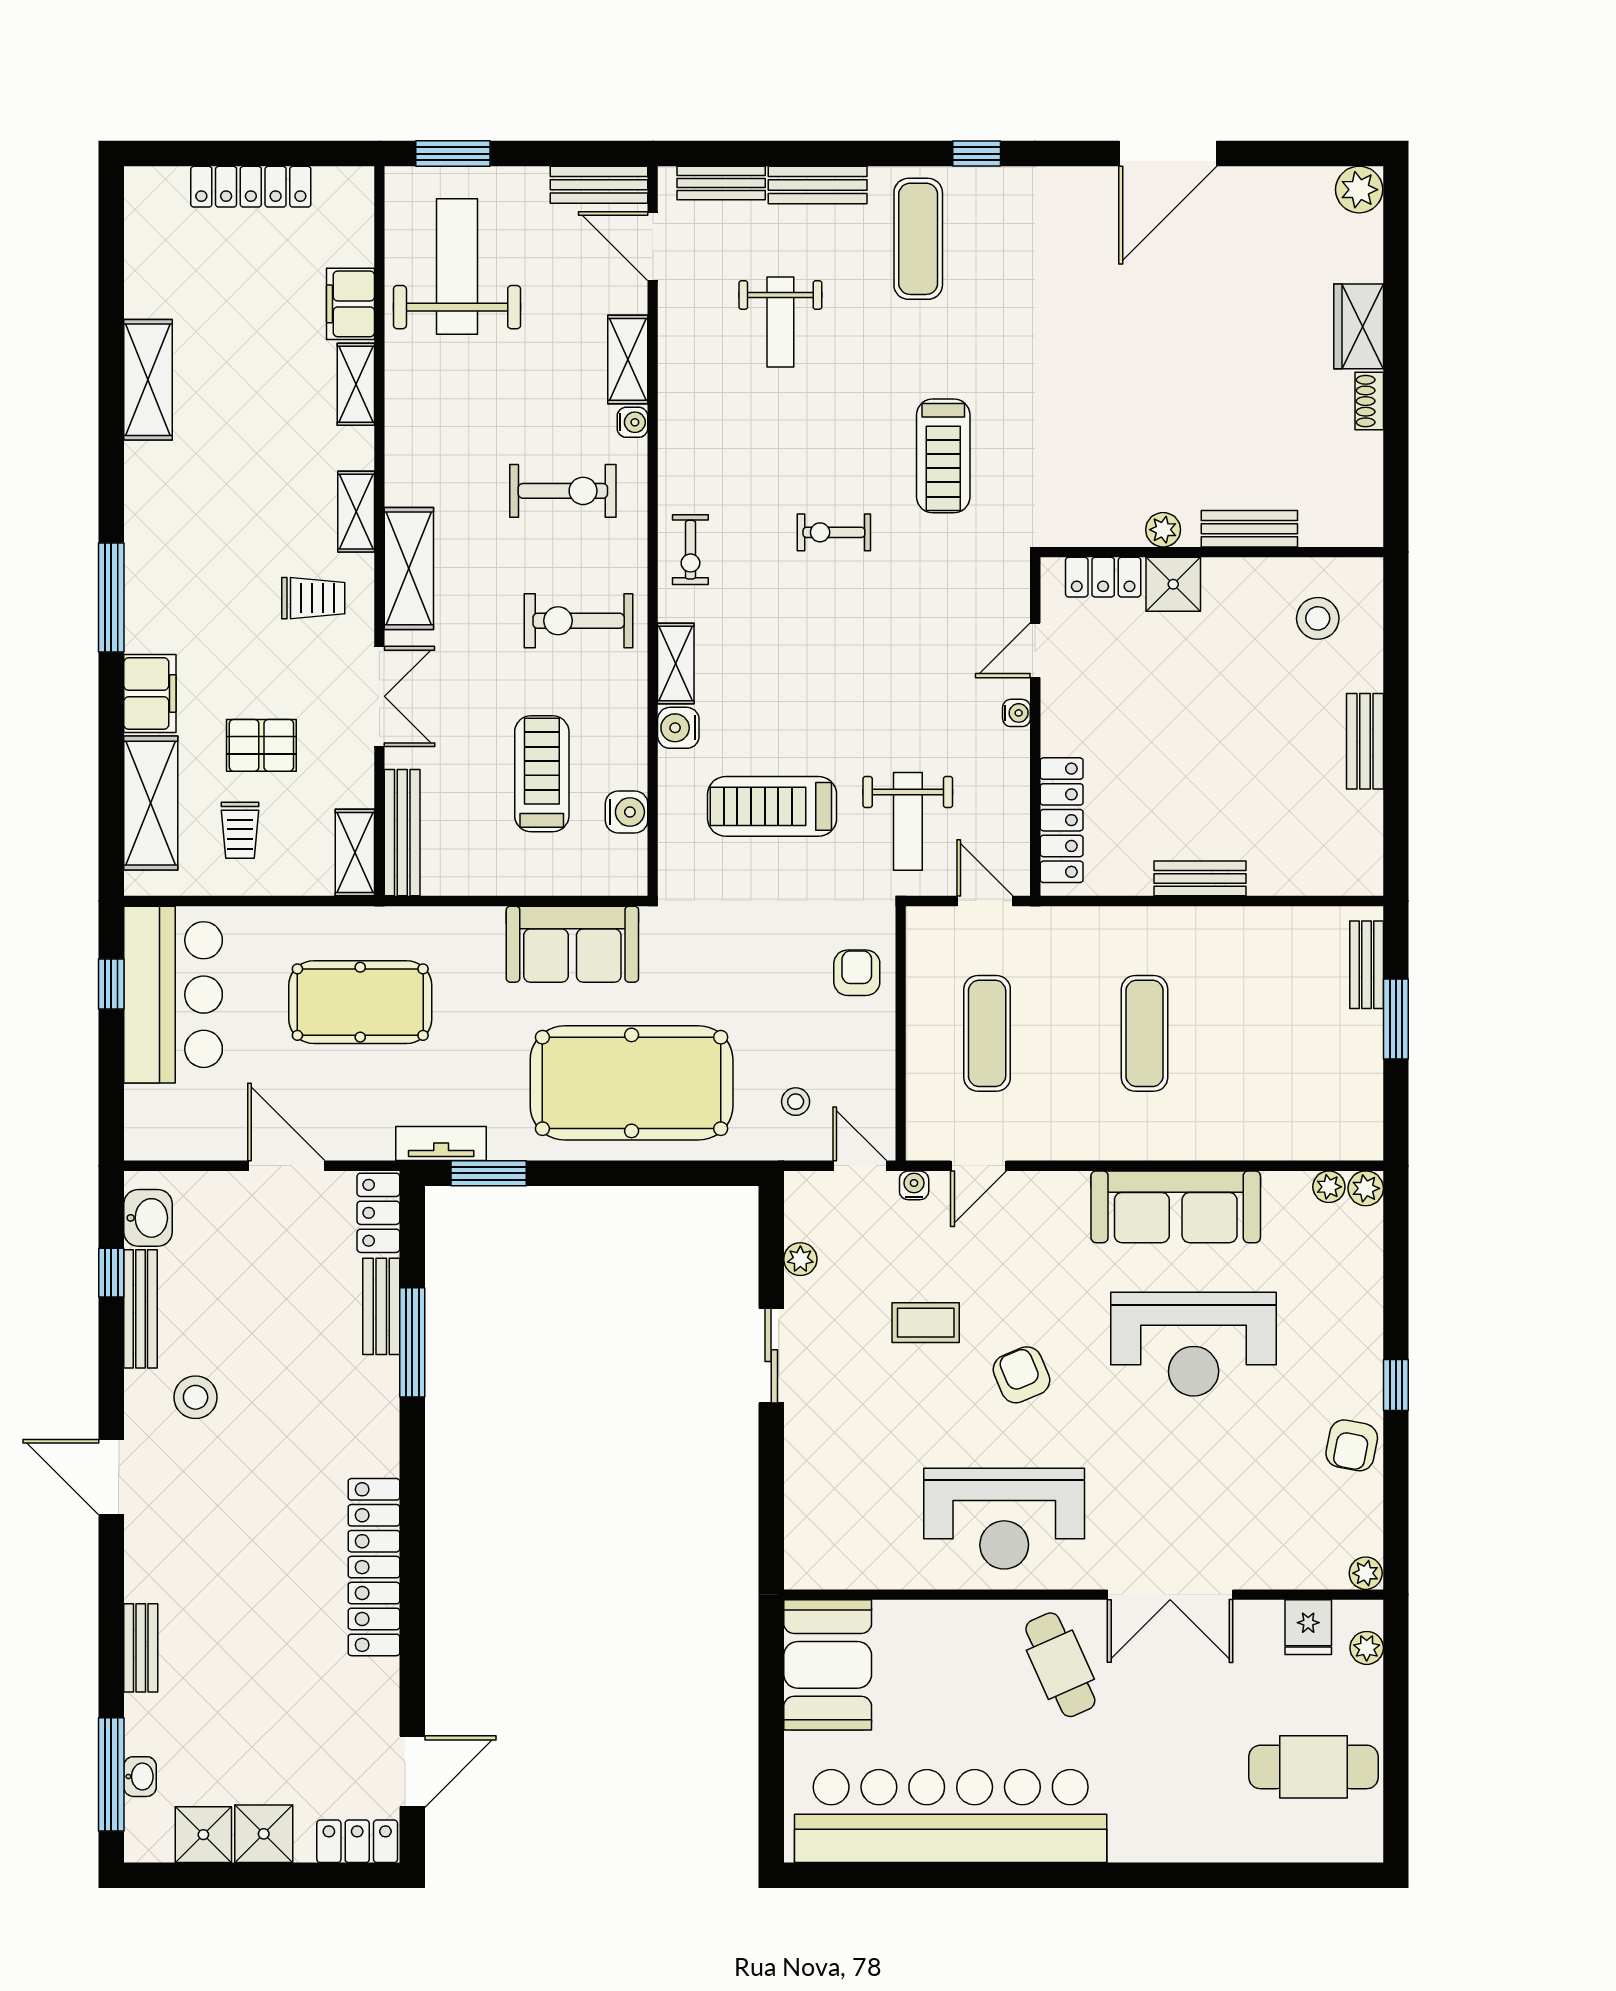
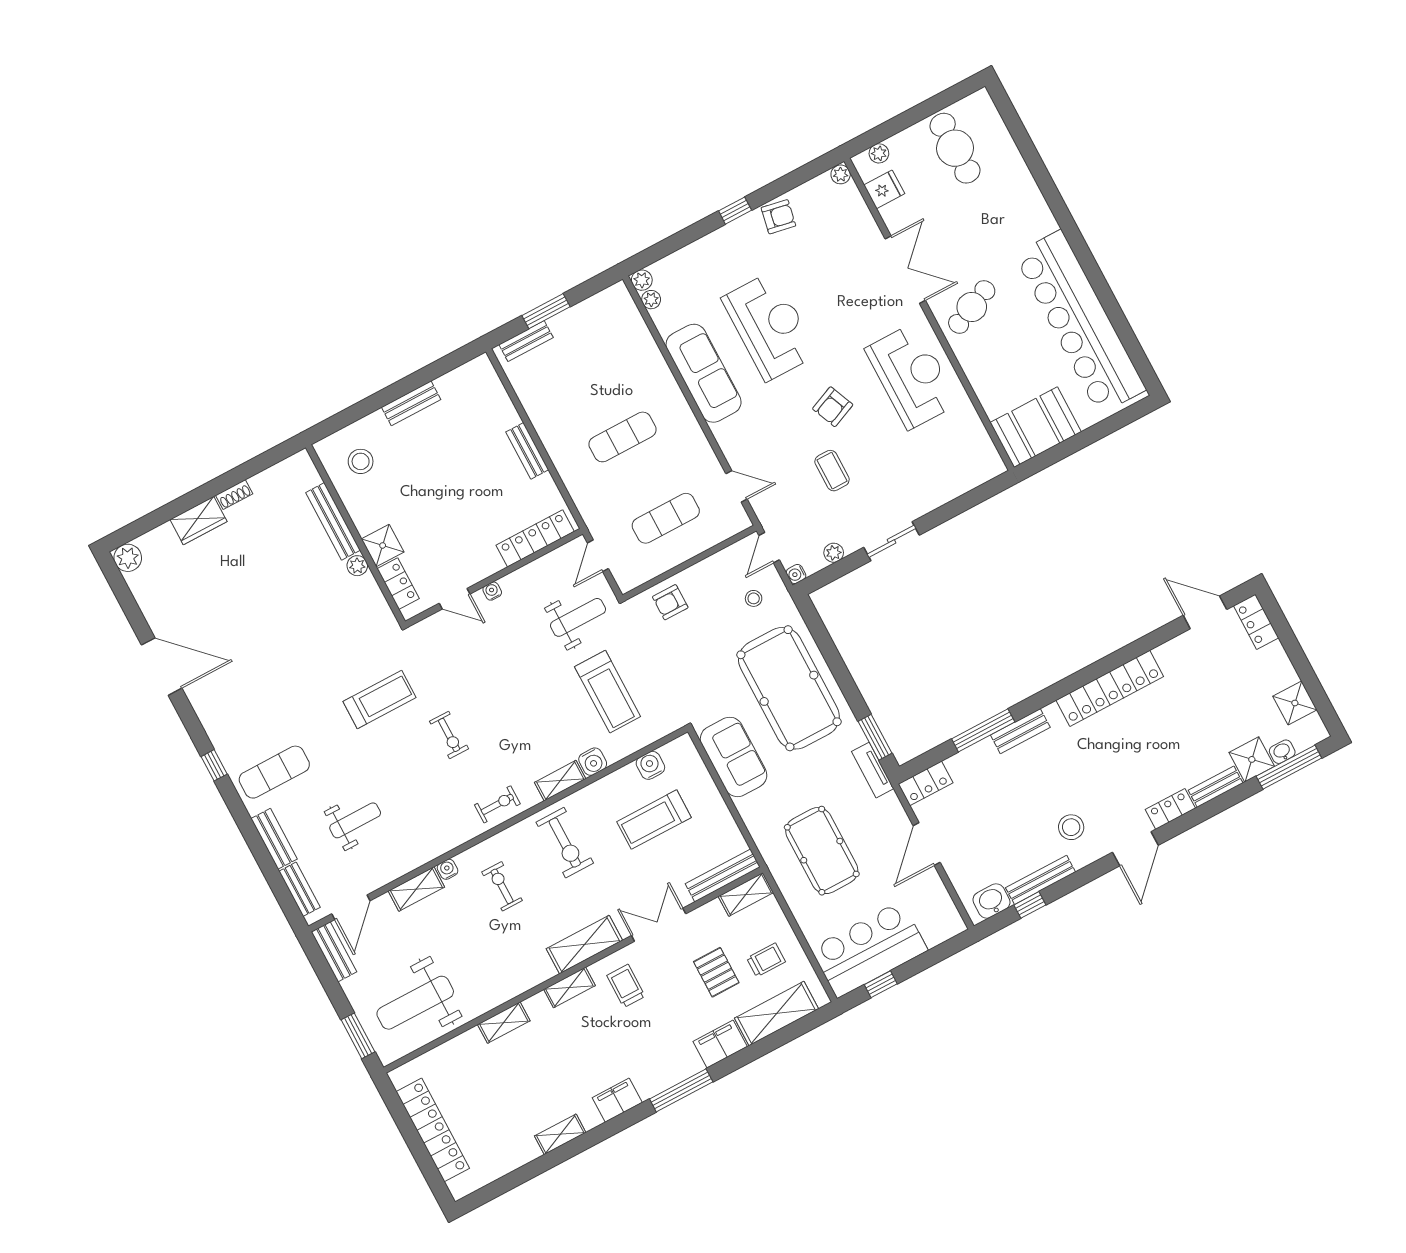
locker: (251, 187) -> (433, 1130), width x1.41, depth x1.21
filing cabinet: (351, 304) -> (617, 1100), moved, turned 180
shelving: (148, 380) -> (560, 1134), width x0.67, depth x0.75
exercise bike: (563, 491) -> (502, 886), width x0.73, depth x0.72
bench: (1249, 529) -> (333, 521), width x1.36
water cooler: (914, 1185) -> (796, 574), moved
bench: (381, 1306) -> (1020, 731), moved
locker: (143, 1562) -> (1170, 809), added
shower: (264, 1834) -> (1252, 759), moved

